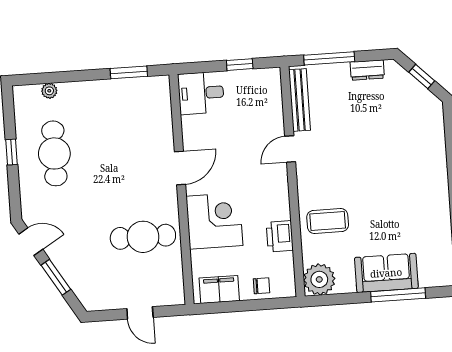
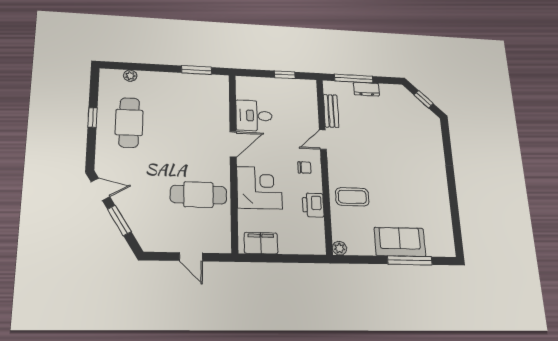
dresser: (367, 70) -> (366, 89), moved
desk: (201, 93) -> (254, 116), moved
bench: (300, 100) -> (331, 111), width x0.73
plant: (319, 279) -> (339, 248), width x0.53, depth x0.53
chair: (262, 286) -> (304, 168), moved

